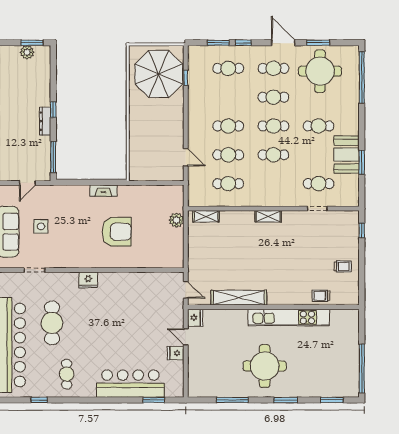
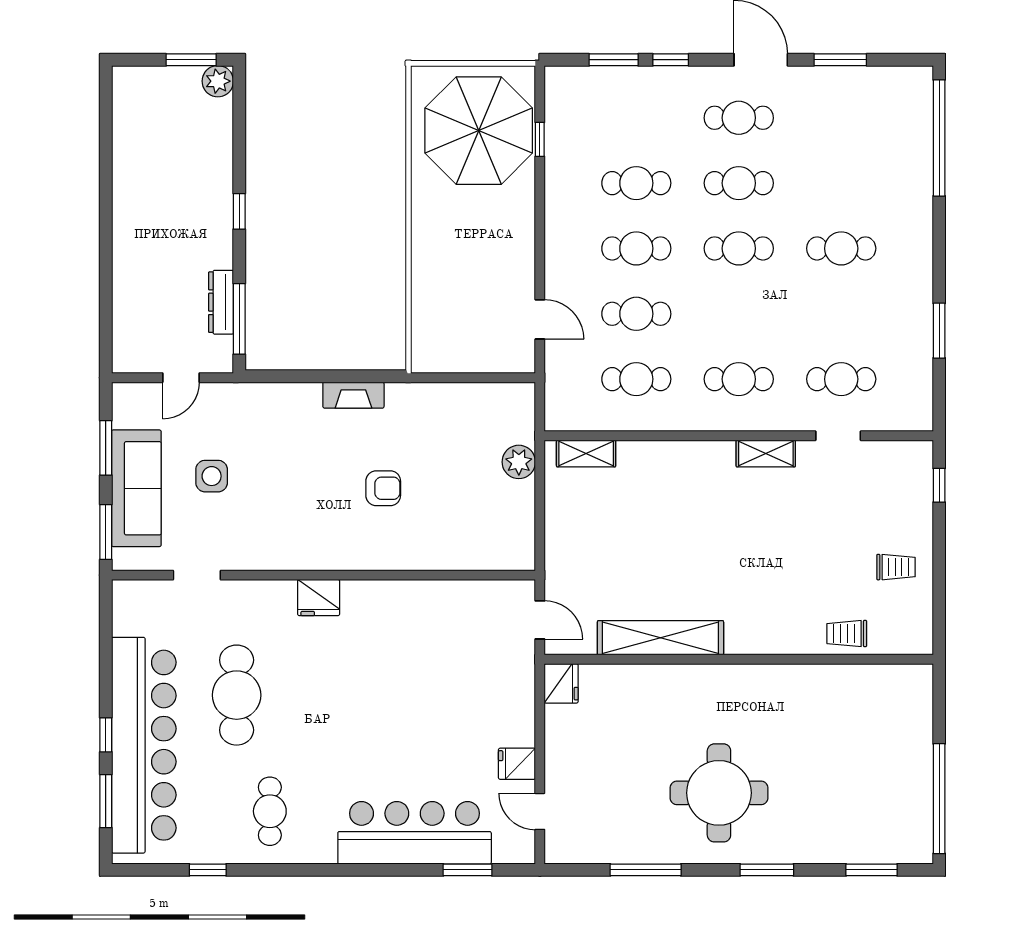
plant: (27, 52) -> (218, 81), moved
cafe table: (228, 68) -> (636, 183), moved
round table: (320, 71) -> (844, 124), removed
dresser: (45, 121) -> (221, 302), moved
cafe table: (273, 155) -> (739, 379), moved
booth: (347, 155) -> (905, 313), removed
shelving: (268, 216) -> (766, 453), moved
armchair: (117, 232) -> (383, 488), width x0.53, depth x0.53
kitchen unit: (289, 317) -> (774, 683), removed
door: (186, 337) -> (540, 811), moved

